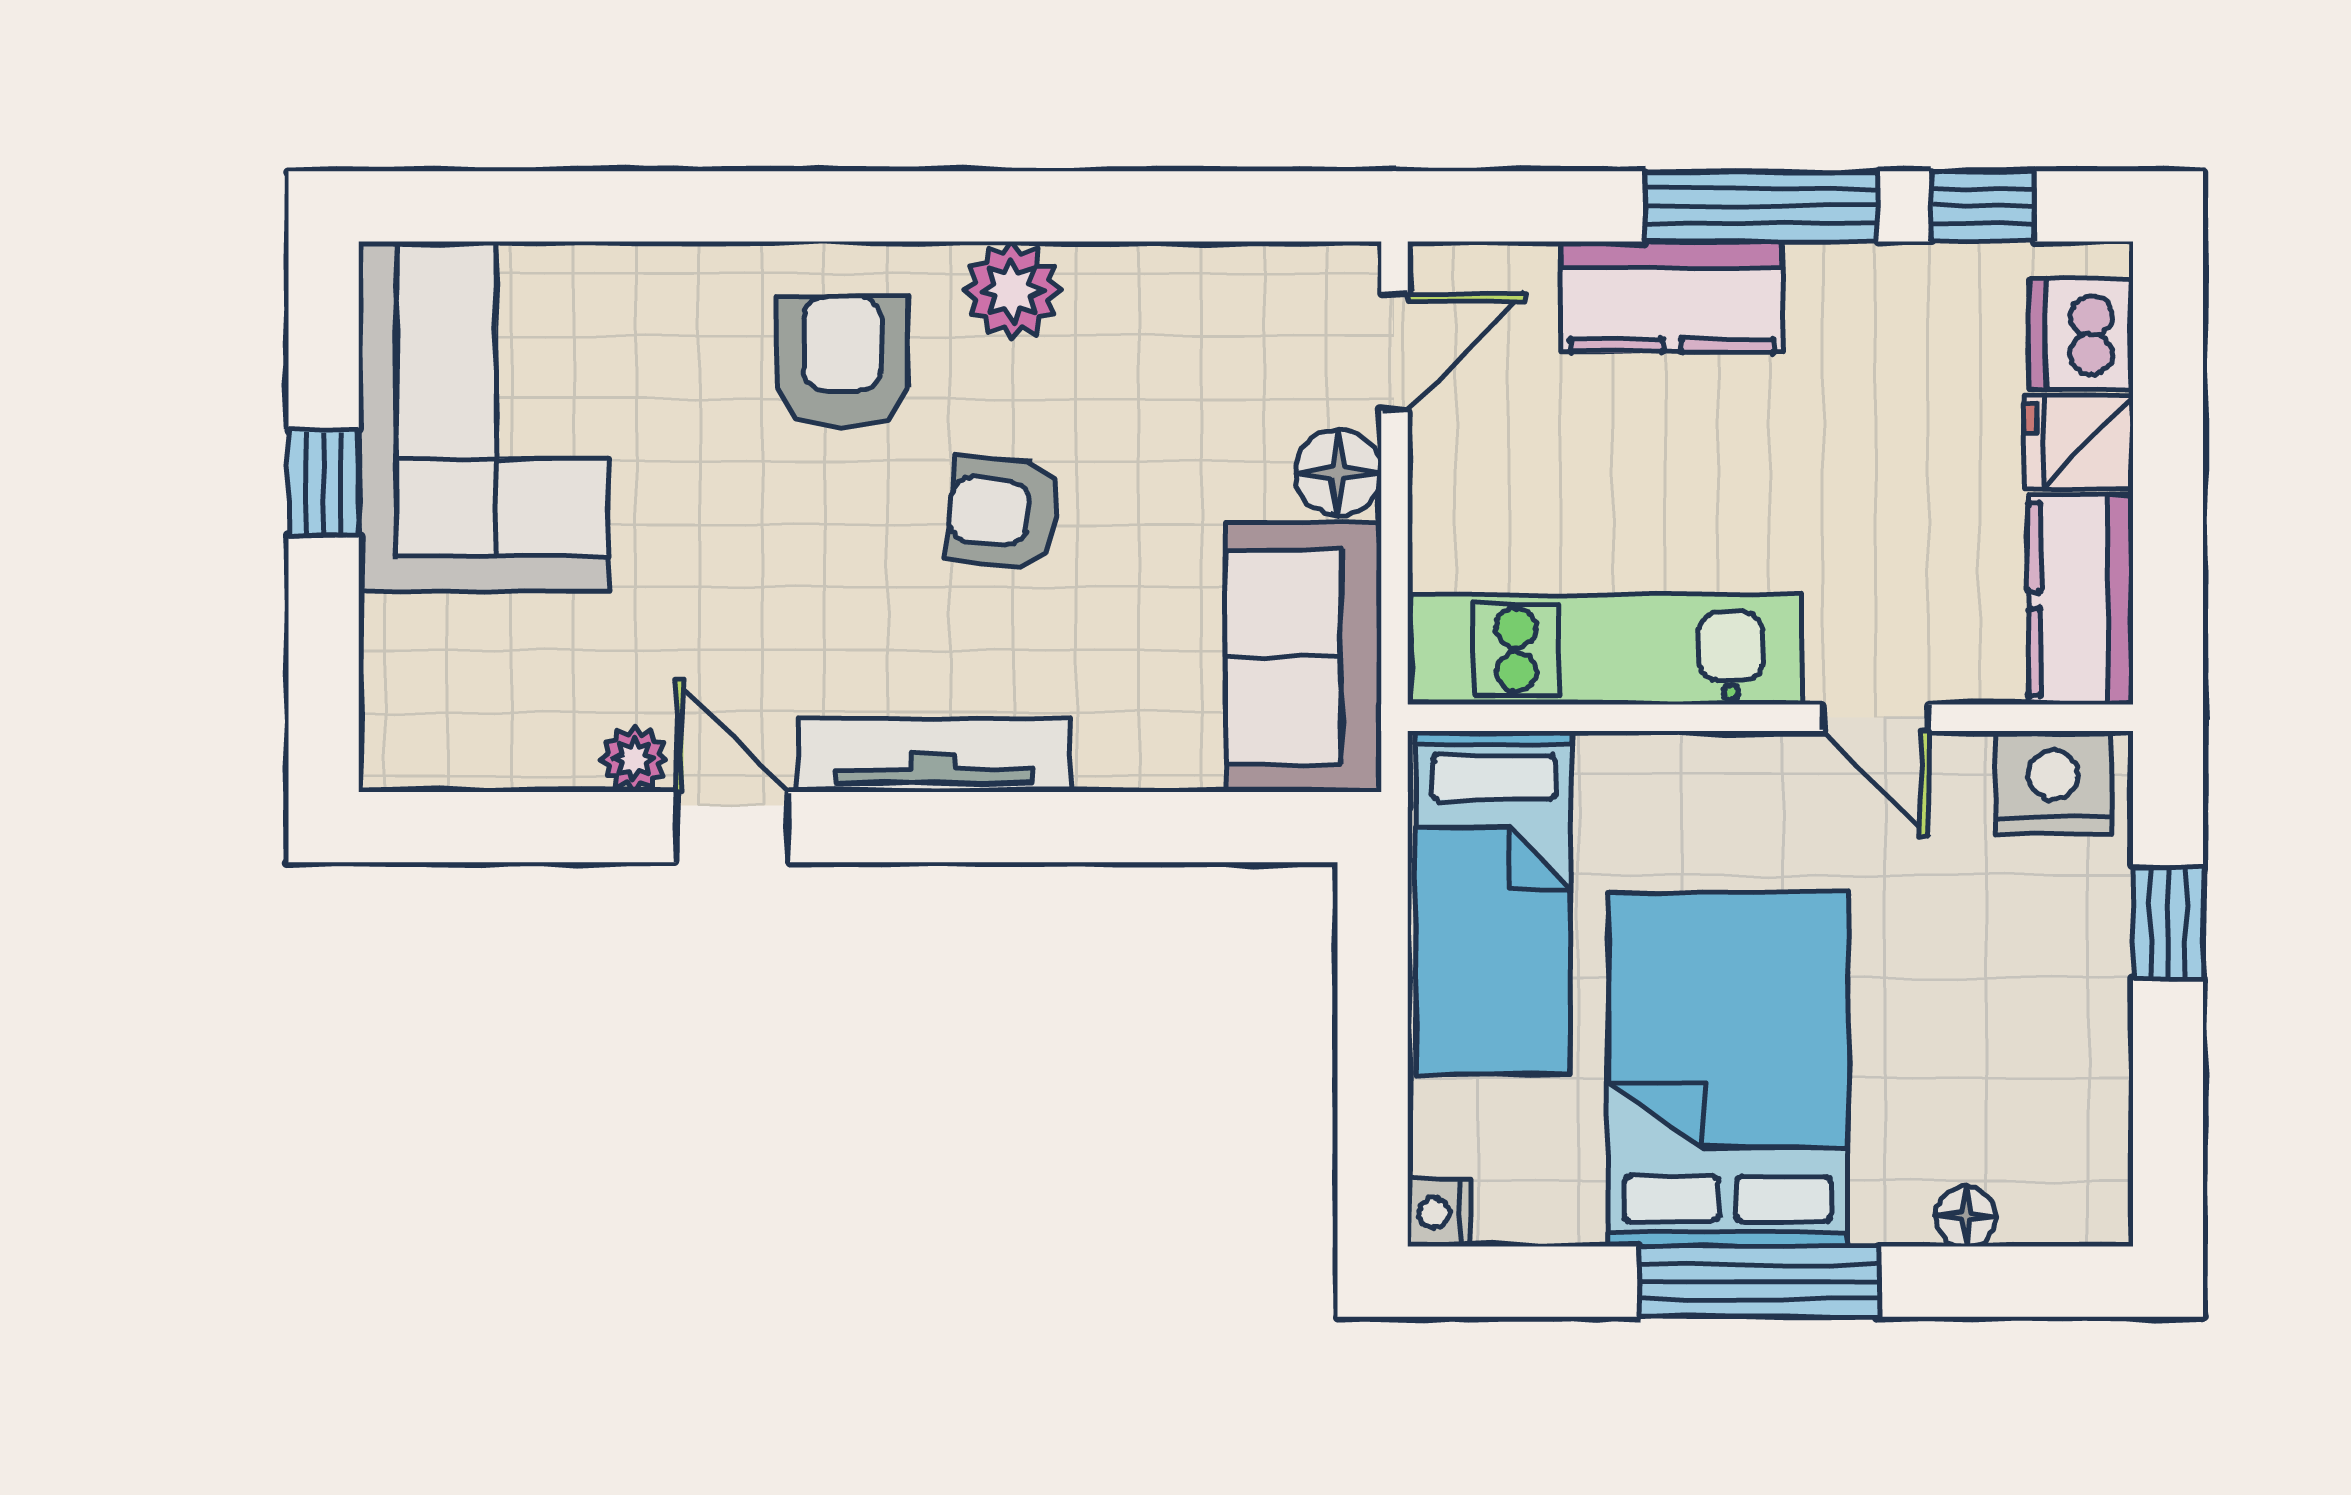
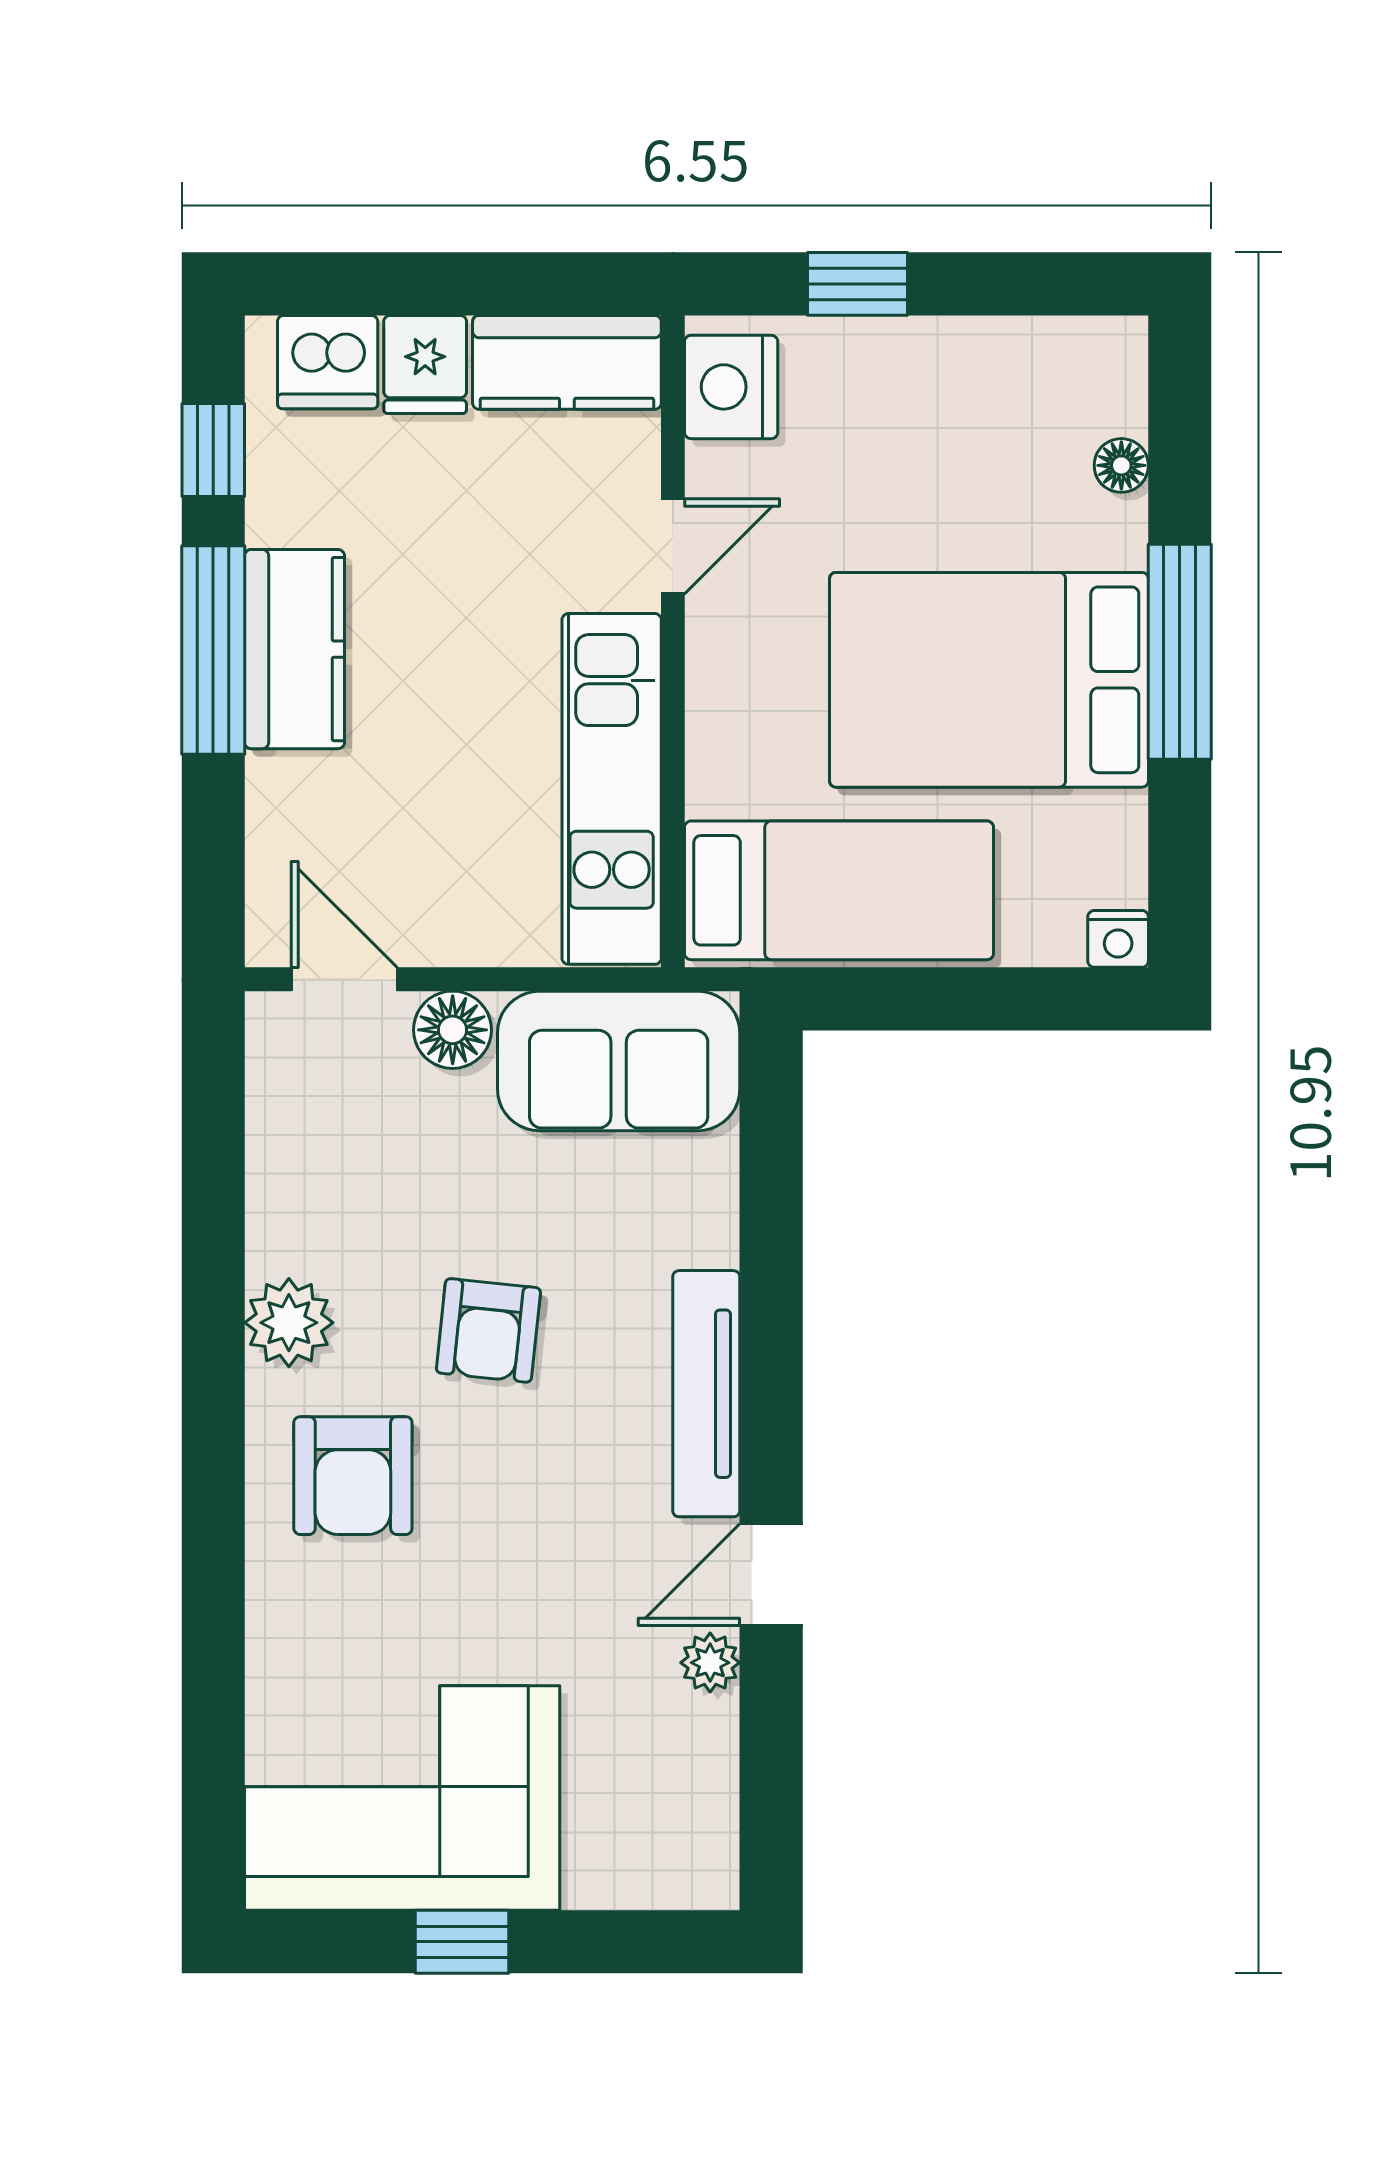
kitchen counter: (1672, 297) -> (294, 649), moved
armchair: (842, 362) -> (353, 1476), turned -90

